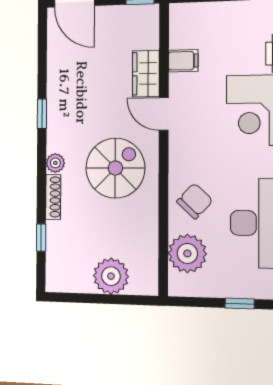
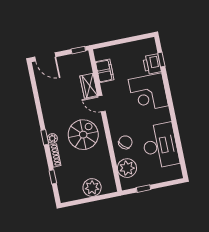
filing cabinet: (183, 61) -> (105, 71), width x2.00
window: (42, 114) -> (45, 137), moved
window: (240, 304) -> (143, 189), moved

